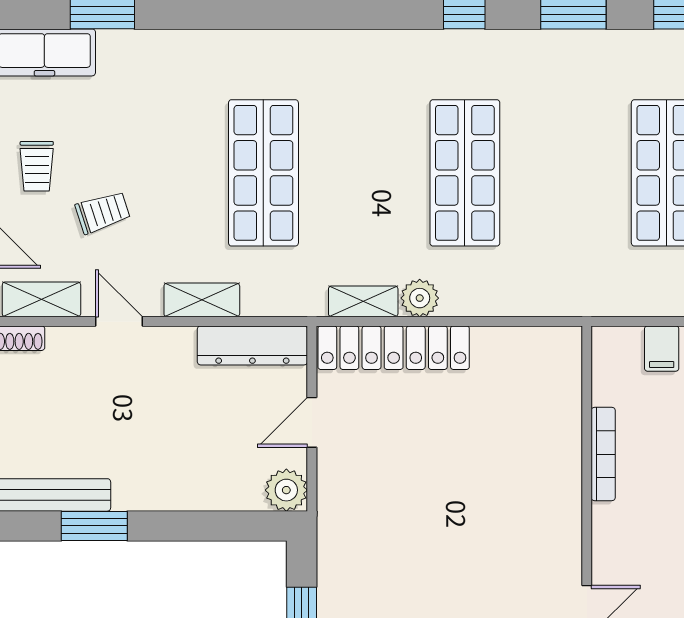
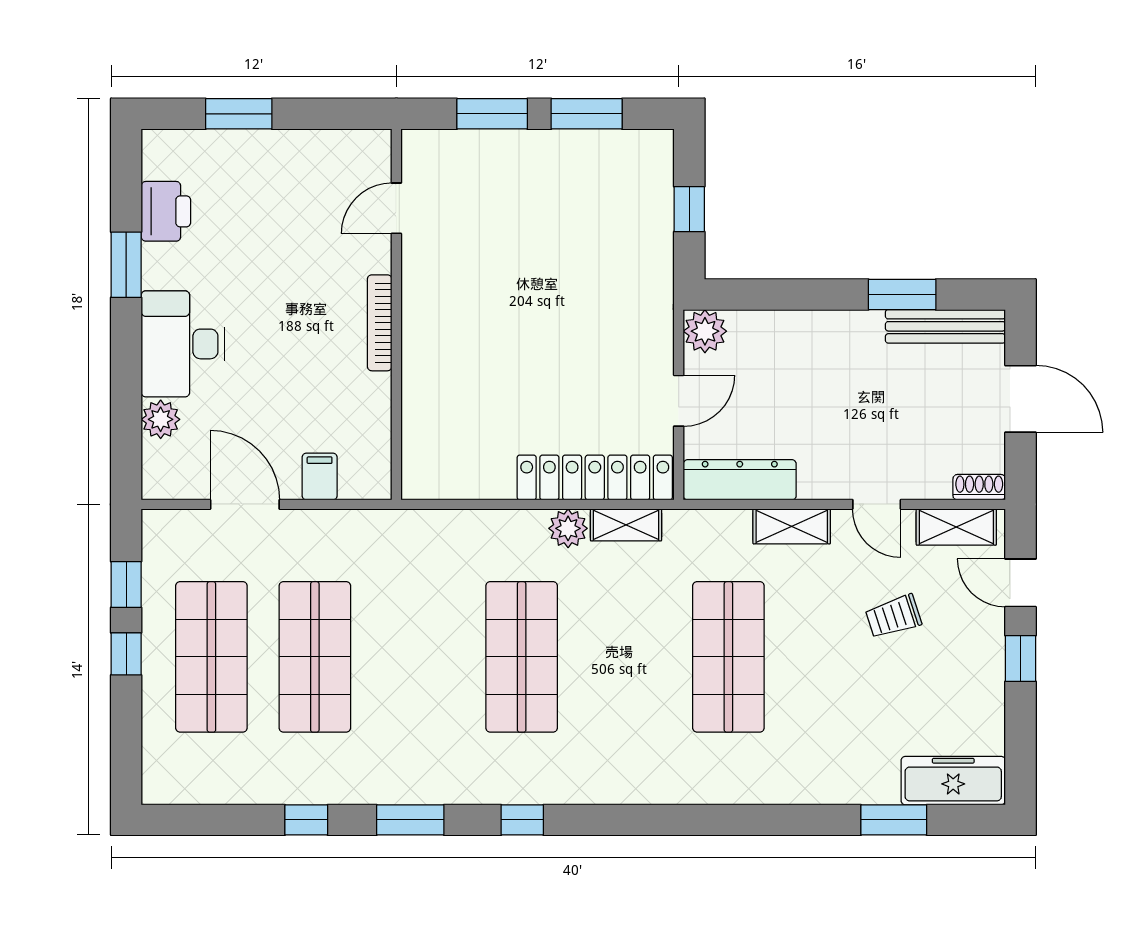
trolley: (37, 166) -> (961, 664), removed
bookcase: (603, 454) -> (380, 323), moved

